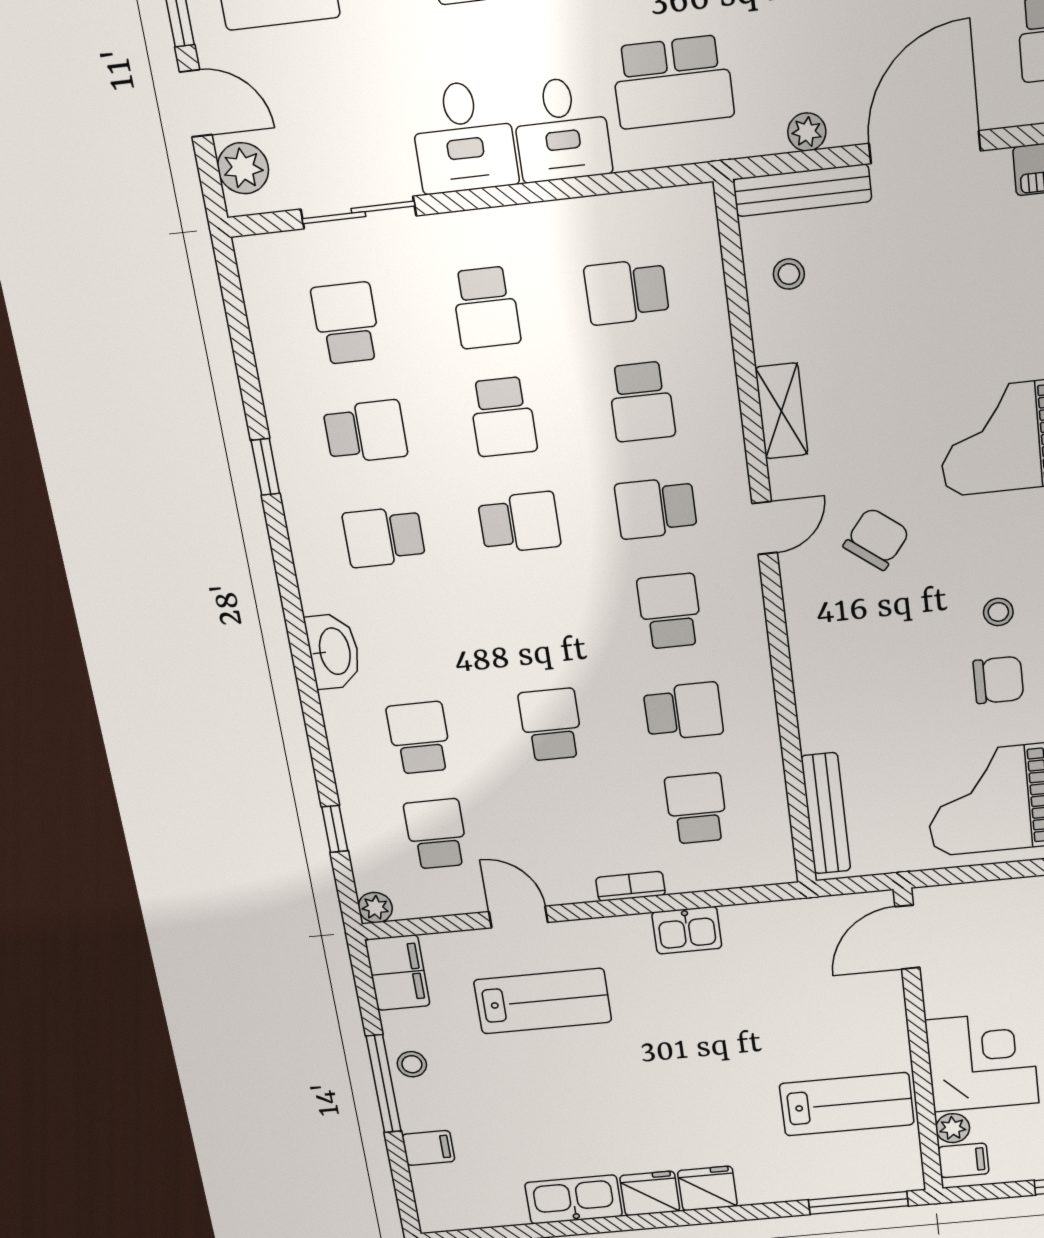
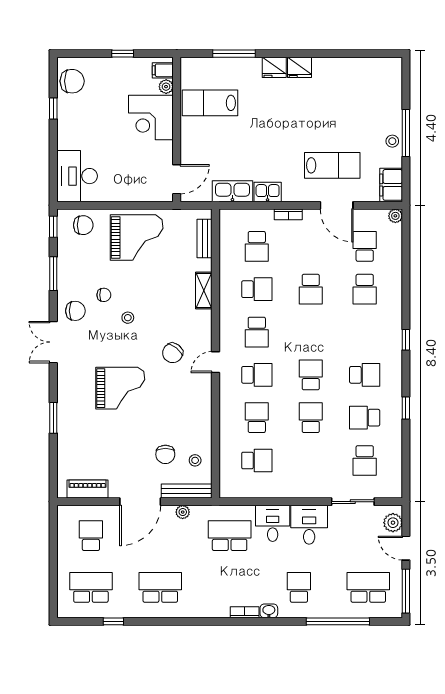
school desk: (486, 308) -> (311, 461), removed
shelving: (781, 411) -> (204, 290), moved
school desk: (519, 523) -> (311, 375), turned 90
washbasin: (333, 651) -> (393, 330), removed
chair: (998, 680) -> (165, 454), moved, turned -90
school desk: (683, 711) -> (257, 289), turned 180
bench: (826, 813) -> (205, 239), width x0.73
window: (335, 829) -> (406, 340), moved
school desk: (436, 834) -> (365, 246), turned 180
door: (518, 917) -> (337, 205), width x1.38
lab bench: (543, 1001) -> (332, 165), turned 180
filing cabinet: (428, 1148) -> (392, 100), removed
kitchen sink: (574, 1199) -> (232, 191), moved, turned 180
window: (858, 1203) -> (234, 54), moved

